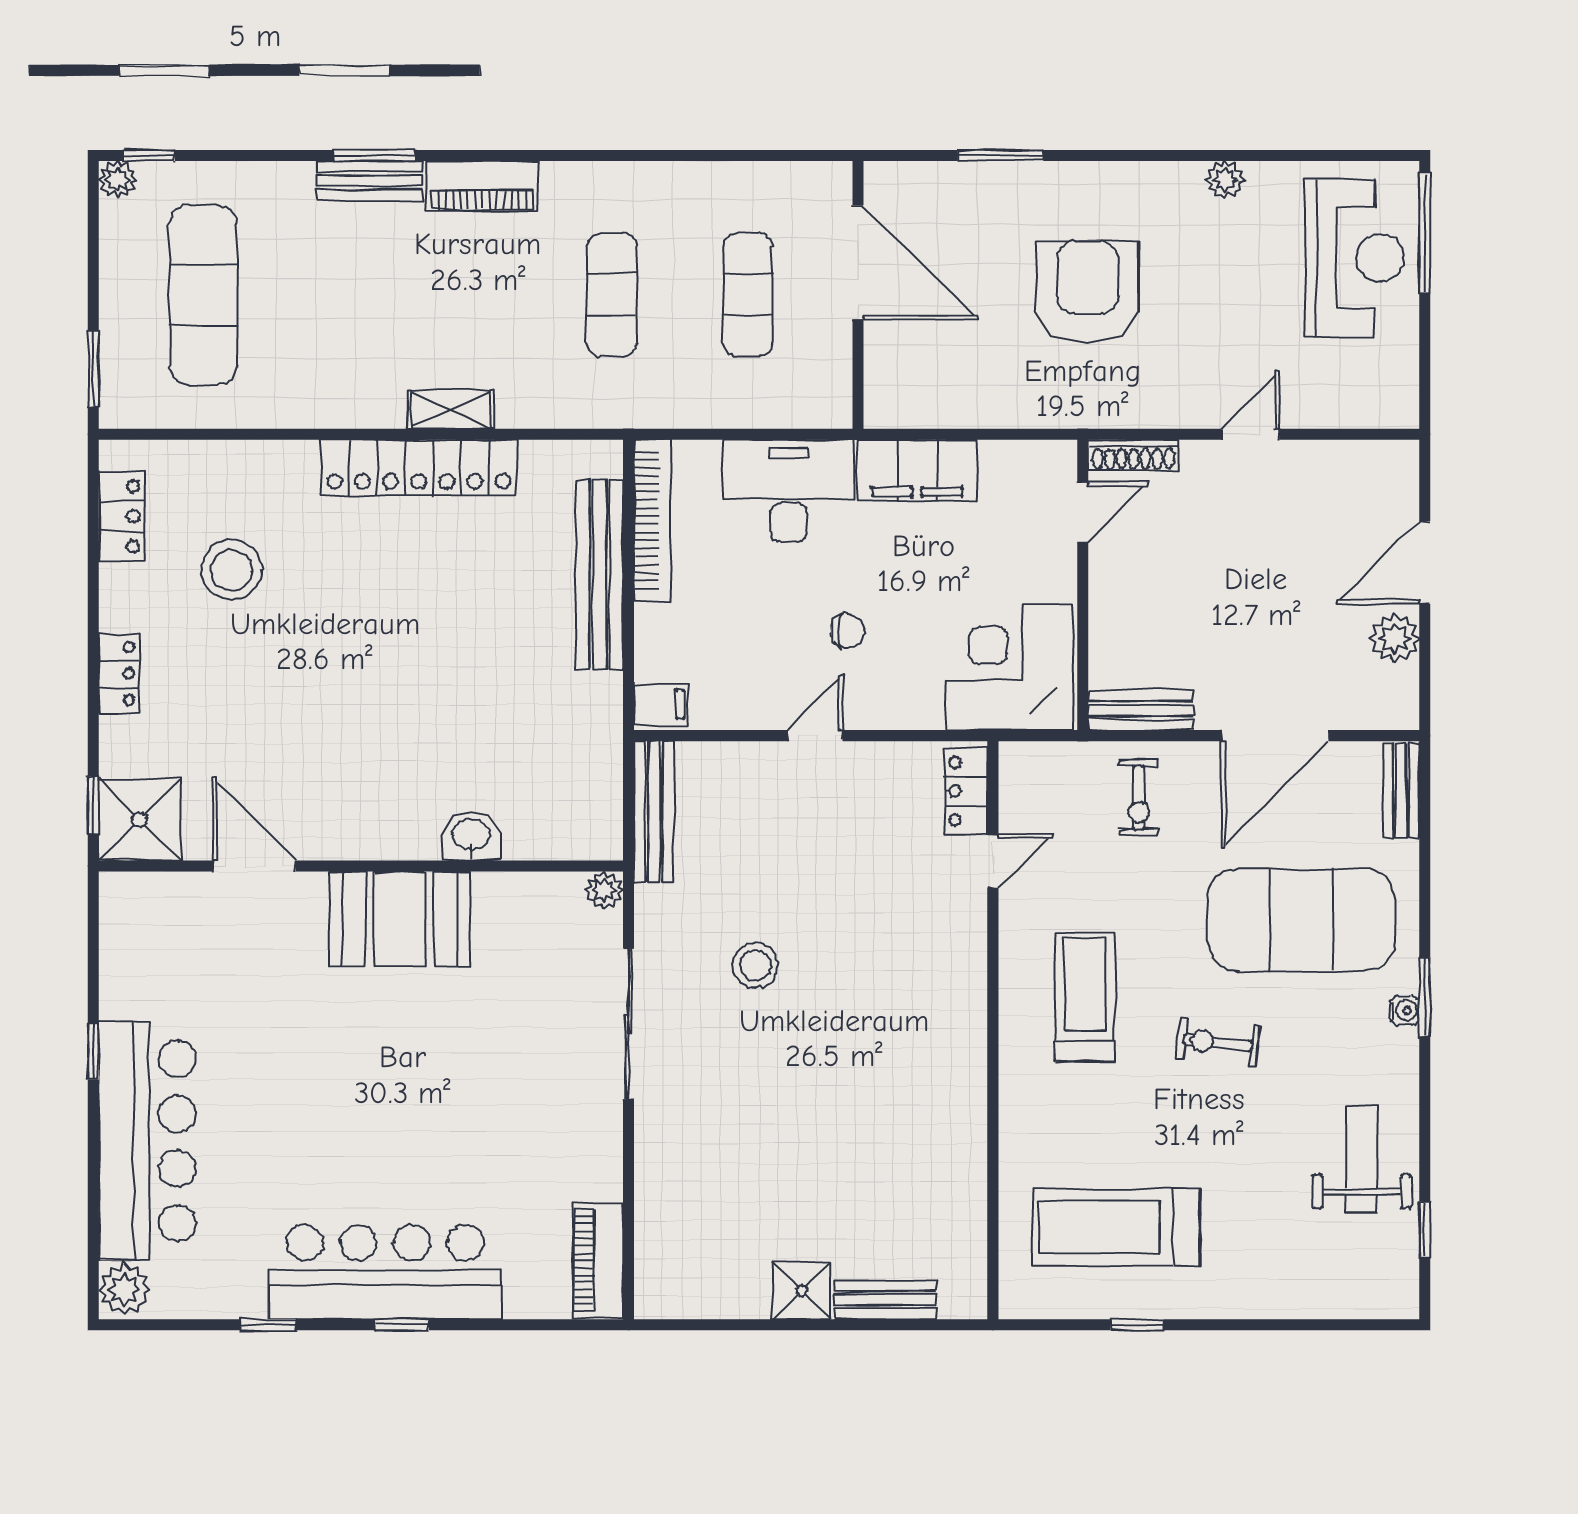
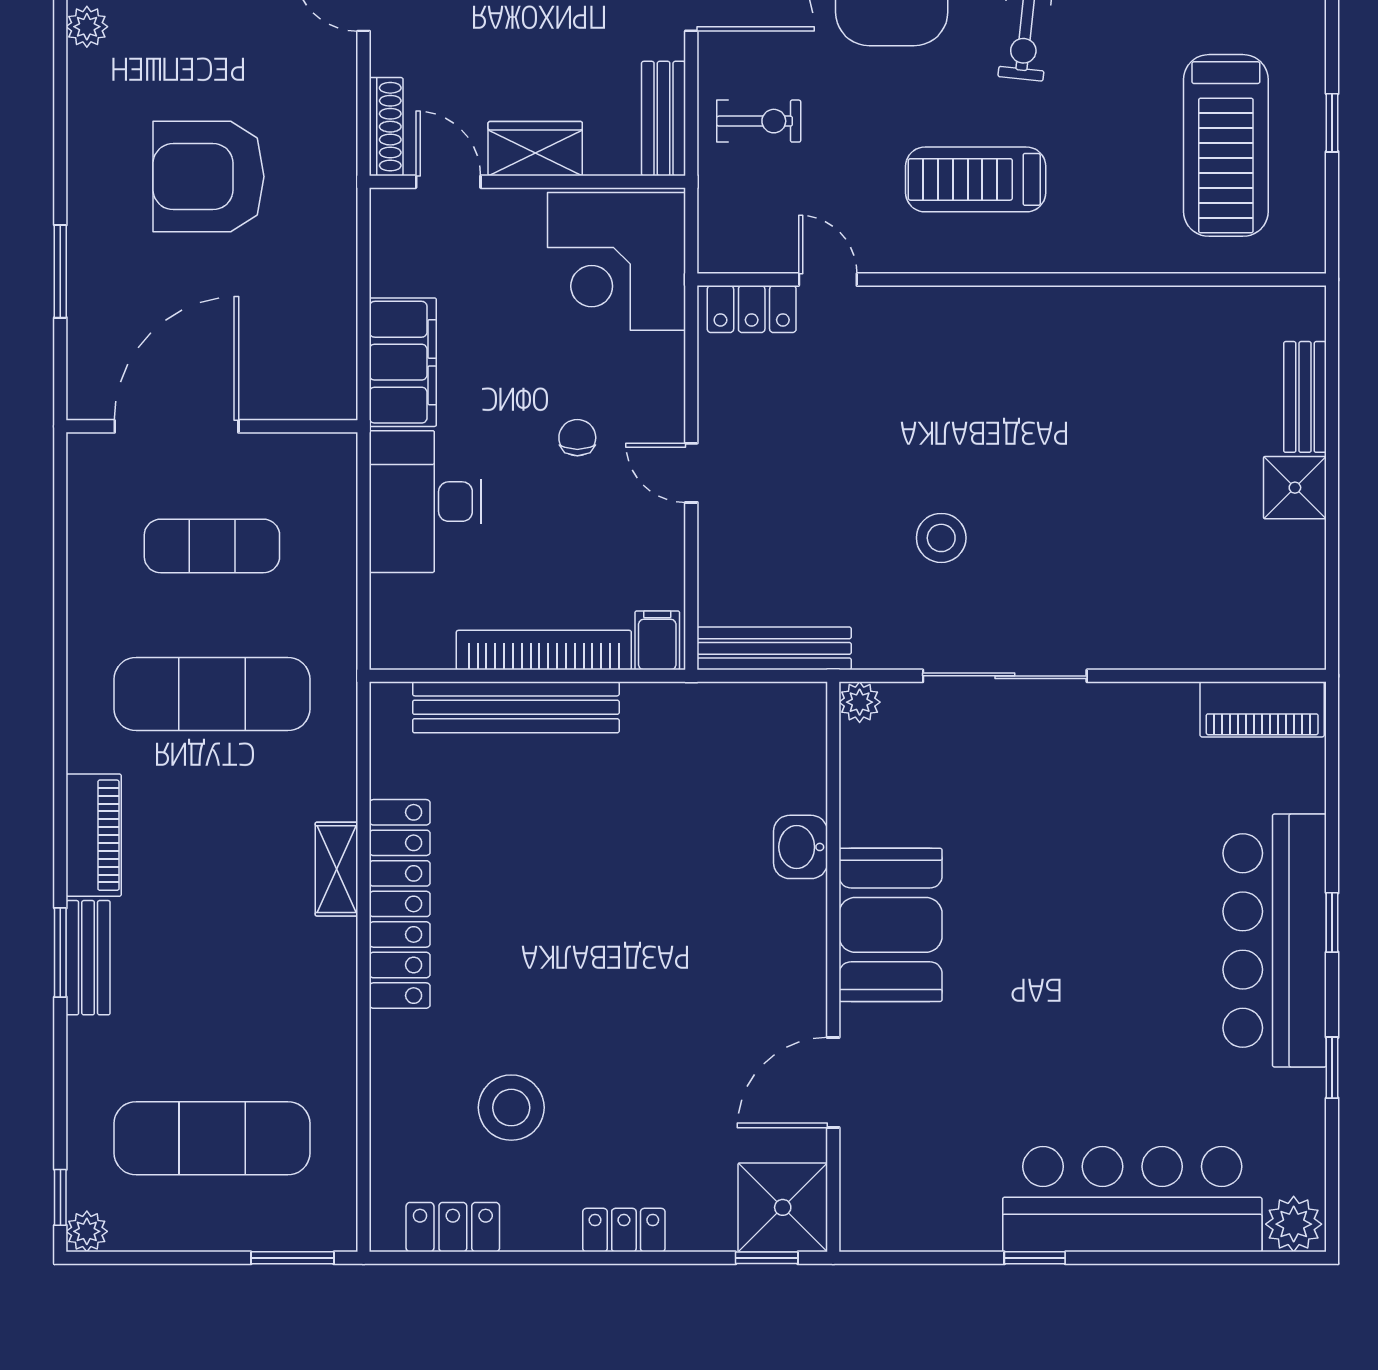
exercise mat: (612, 295) -> (212, 694), width x1.36, depth x1.45
bookcase: (652, 520) -> (544, 650), moved
wardrobe: (1113, 592) -> (535, 149), added

